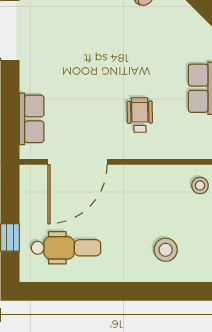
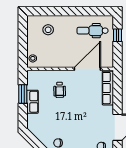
row of seats: (32, 119) -> (108, 88), width x1.48

